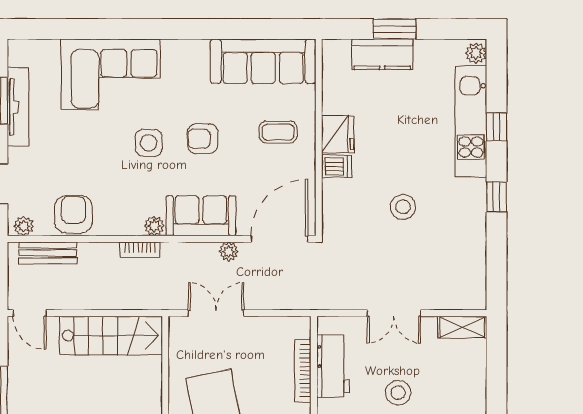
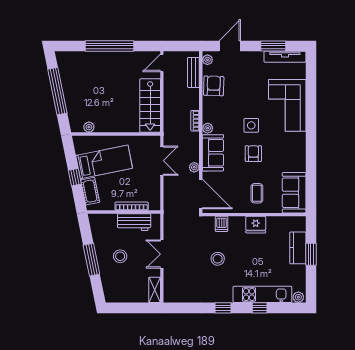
sofa: (263, 61) -> (294, 193), width x0.73
tv unit: (18, 107) -> (285, 57), moved
dishwasher: (337, 166) -> (222, 224), moved
armchair: (73, 214) -> (214, 86), turned -88

